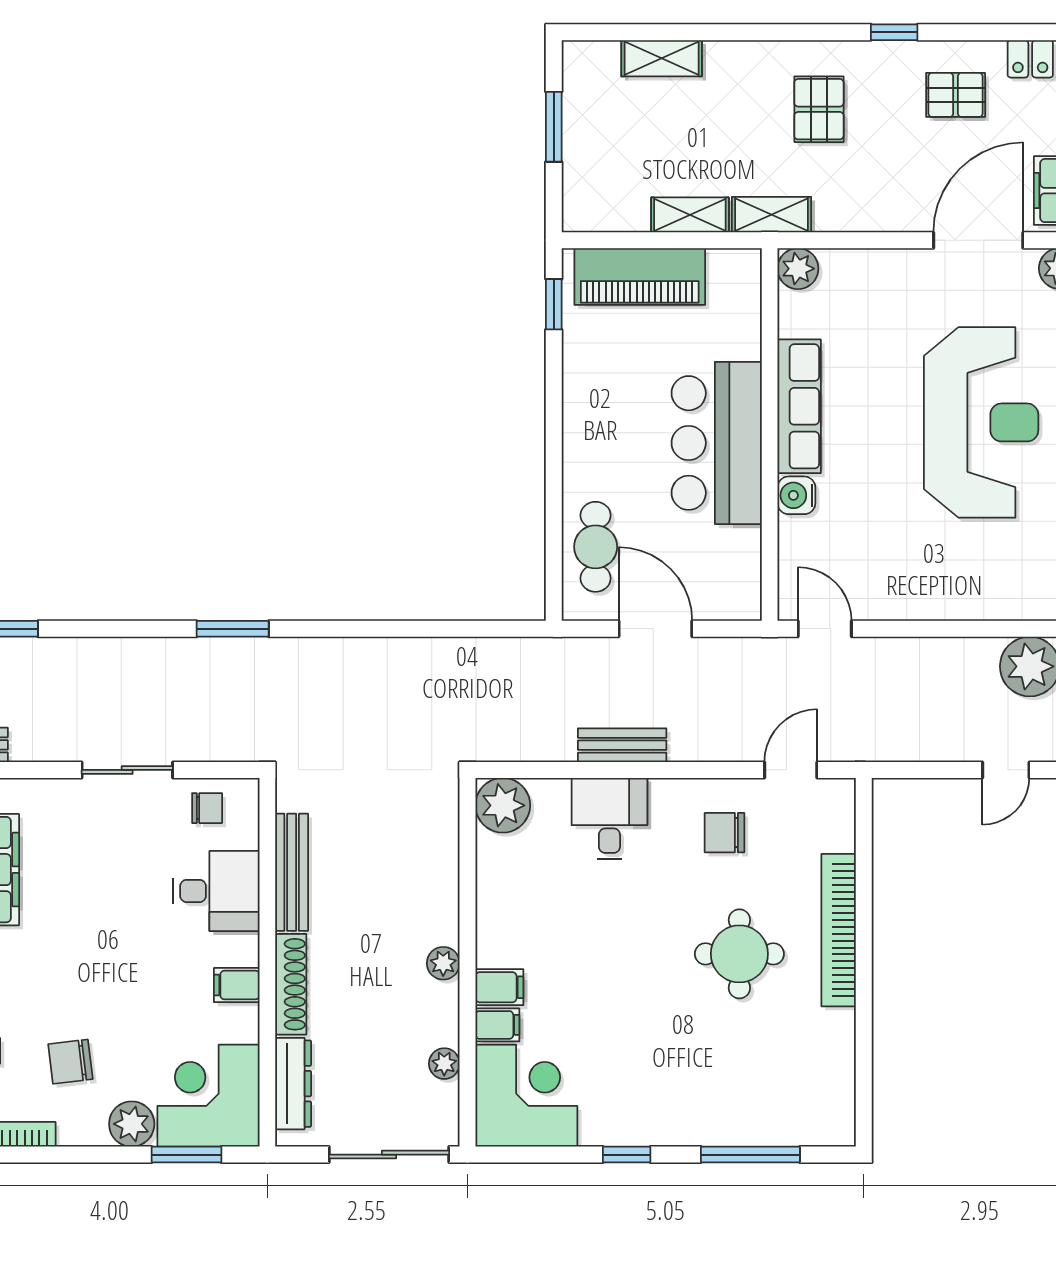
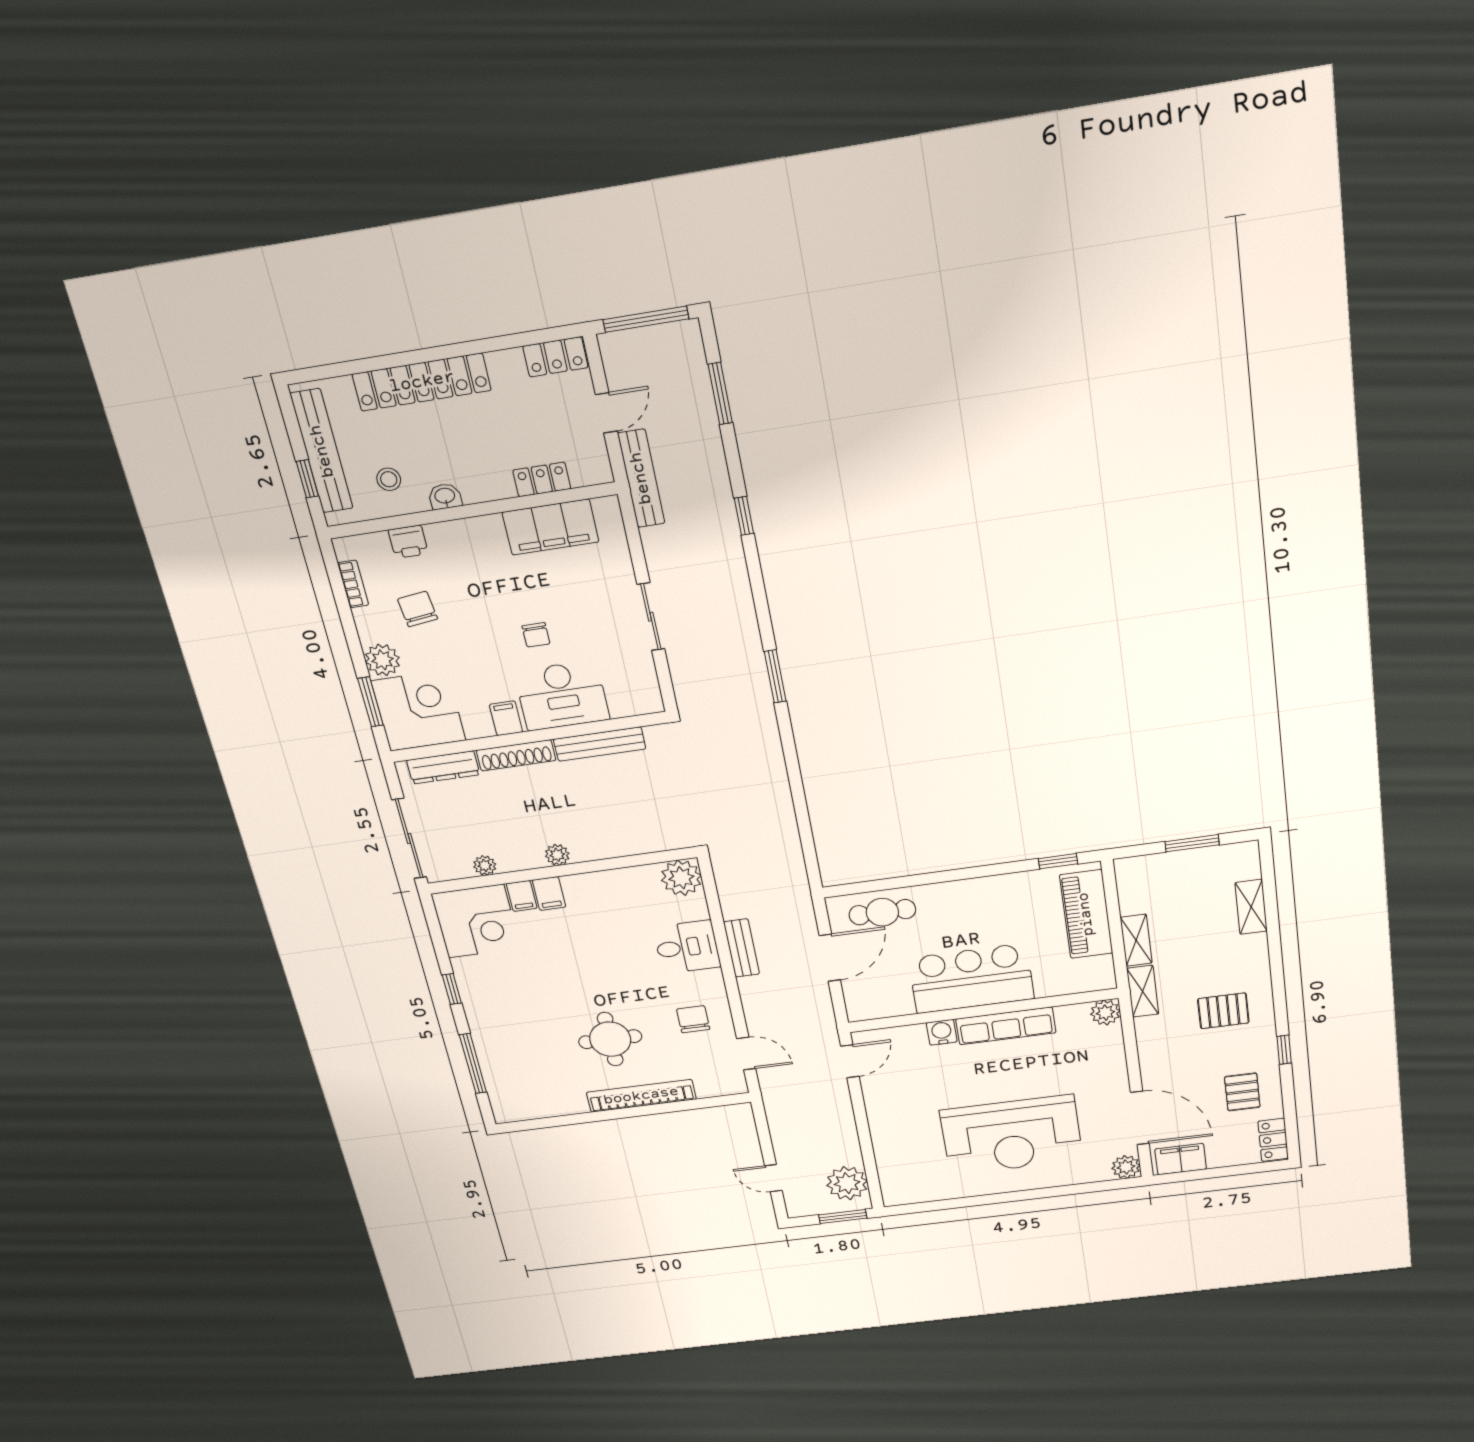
chair: (207, 808) -> (536, 635), moved
desk: (216, 891) -> (562, 695), width x1.37

